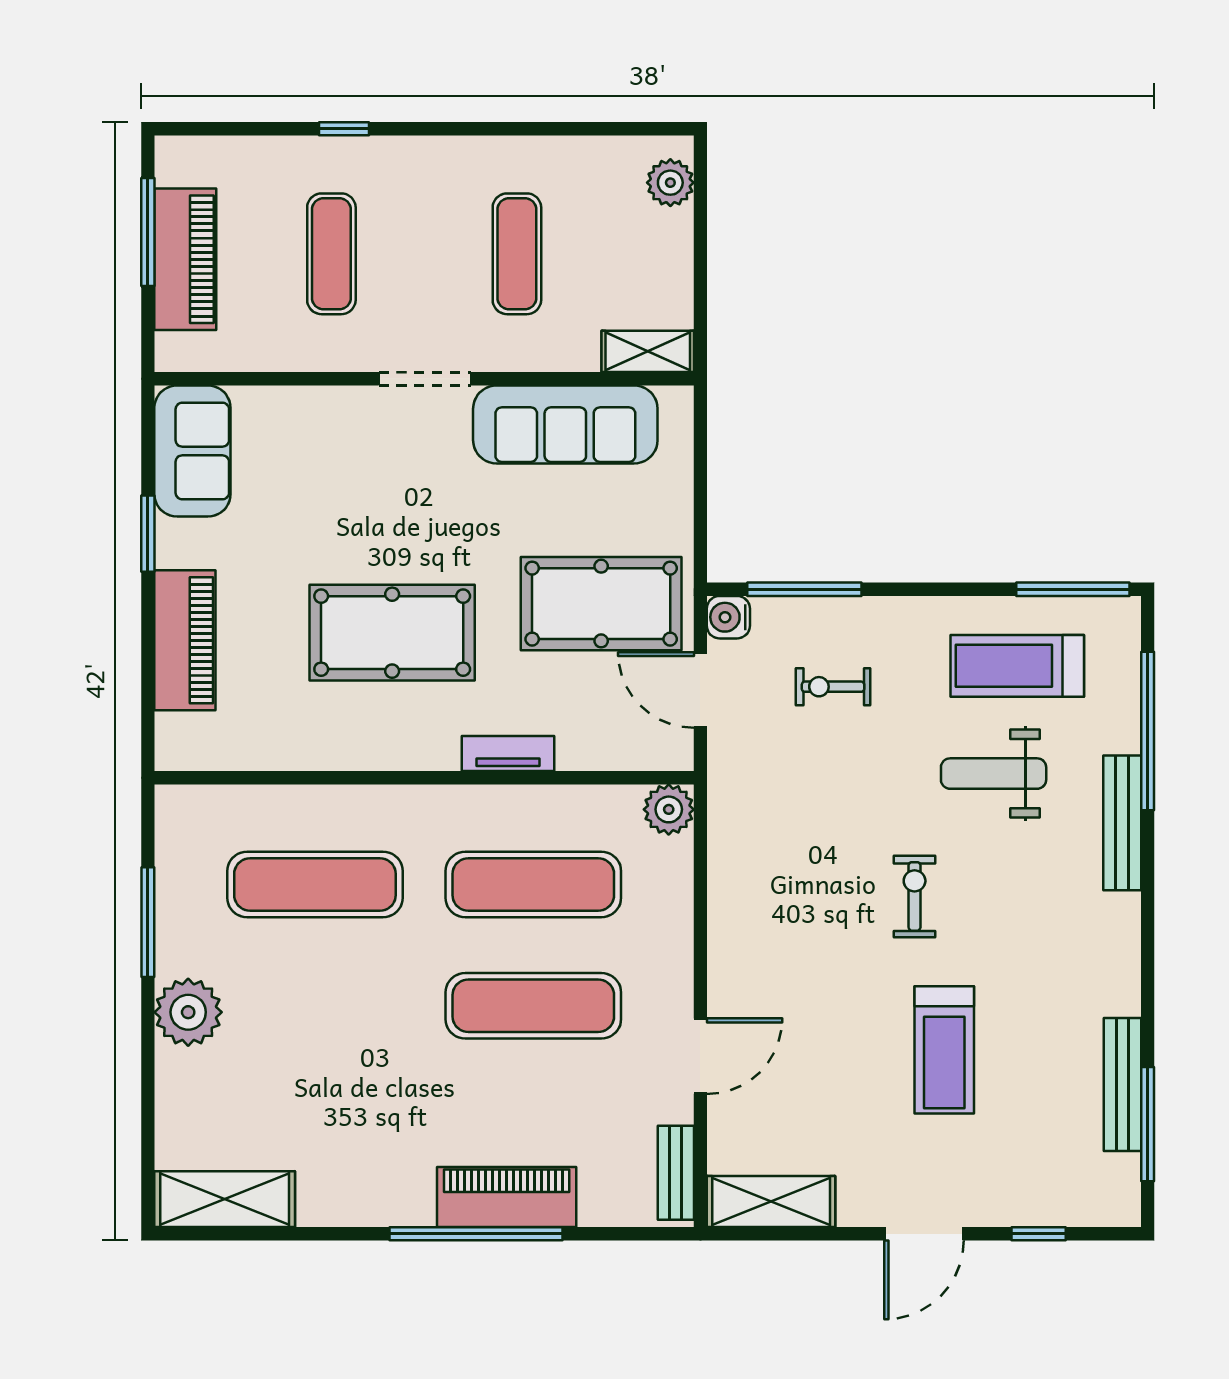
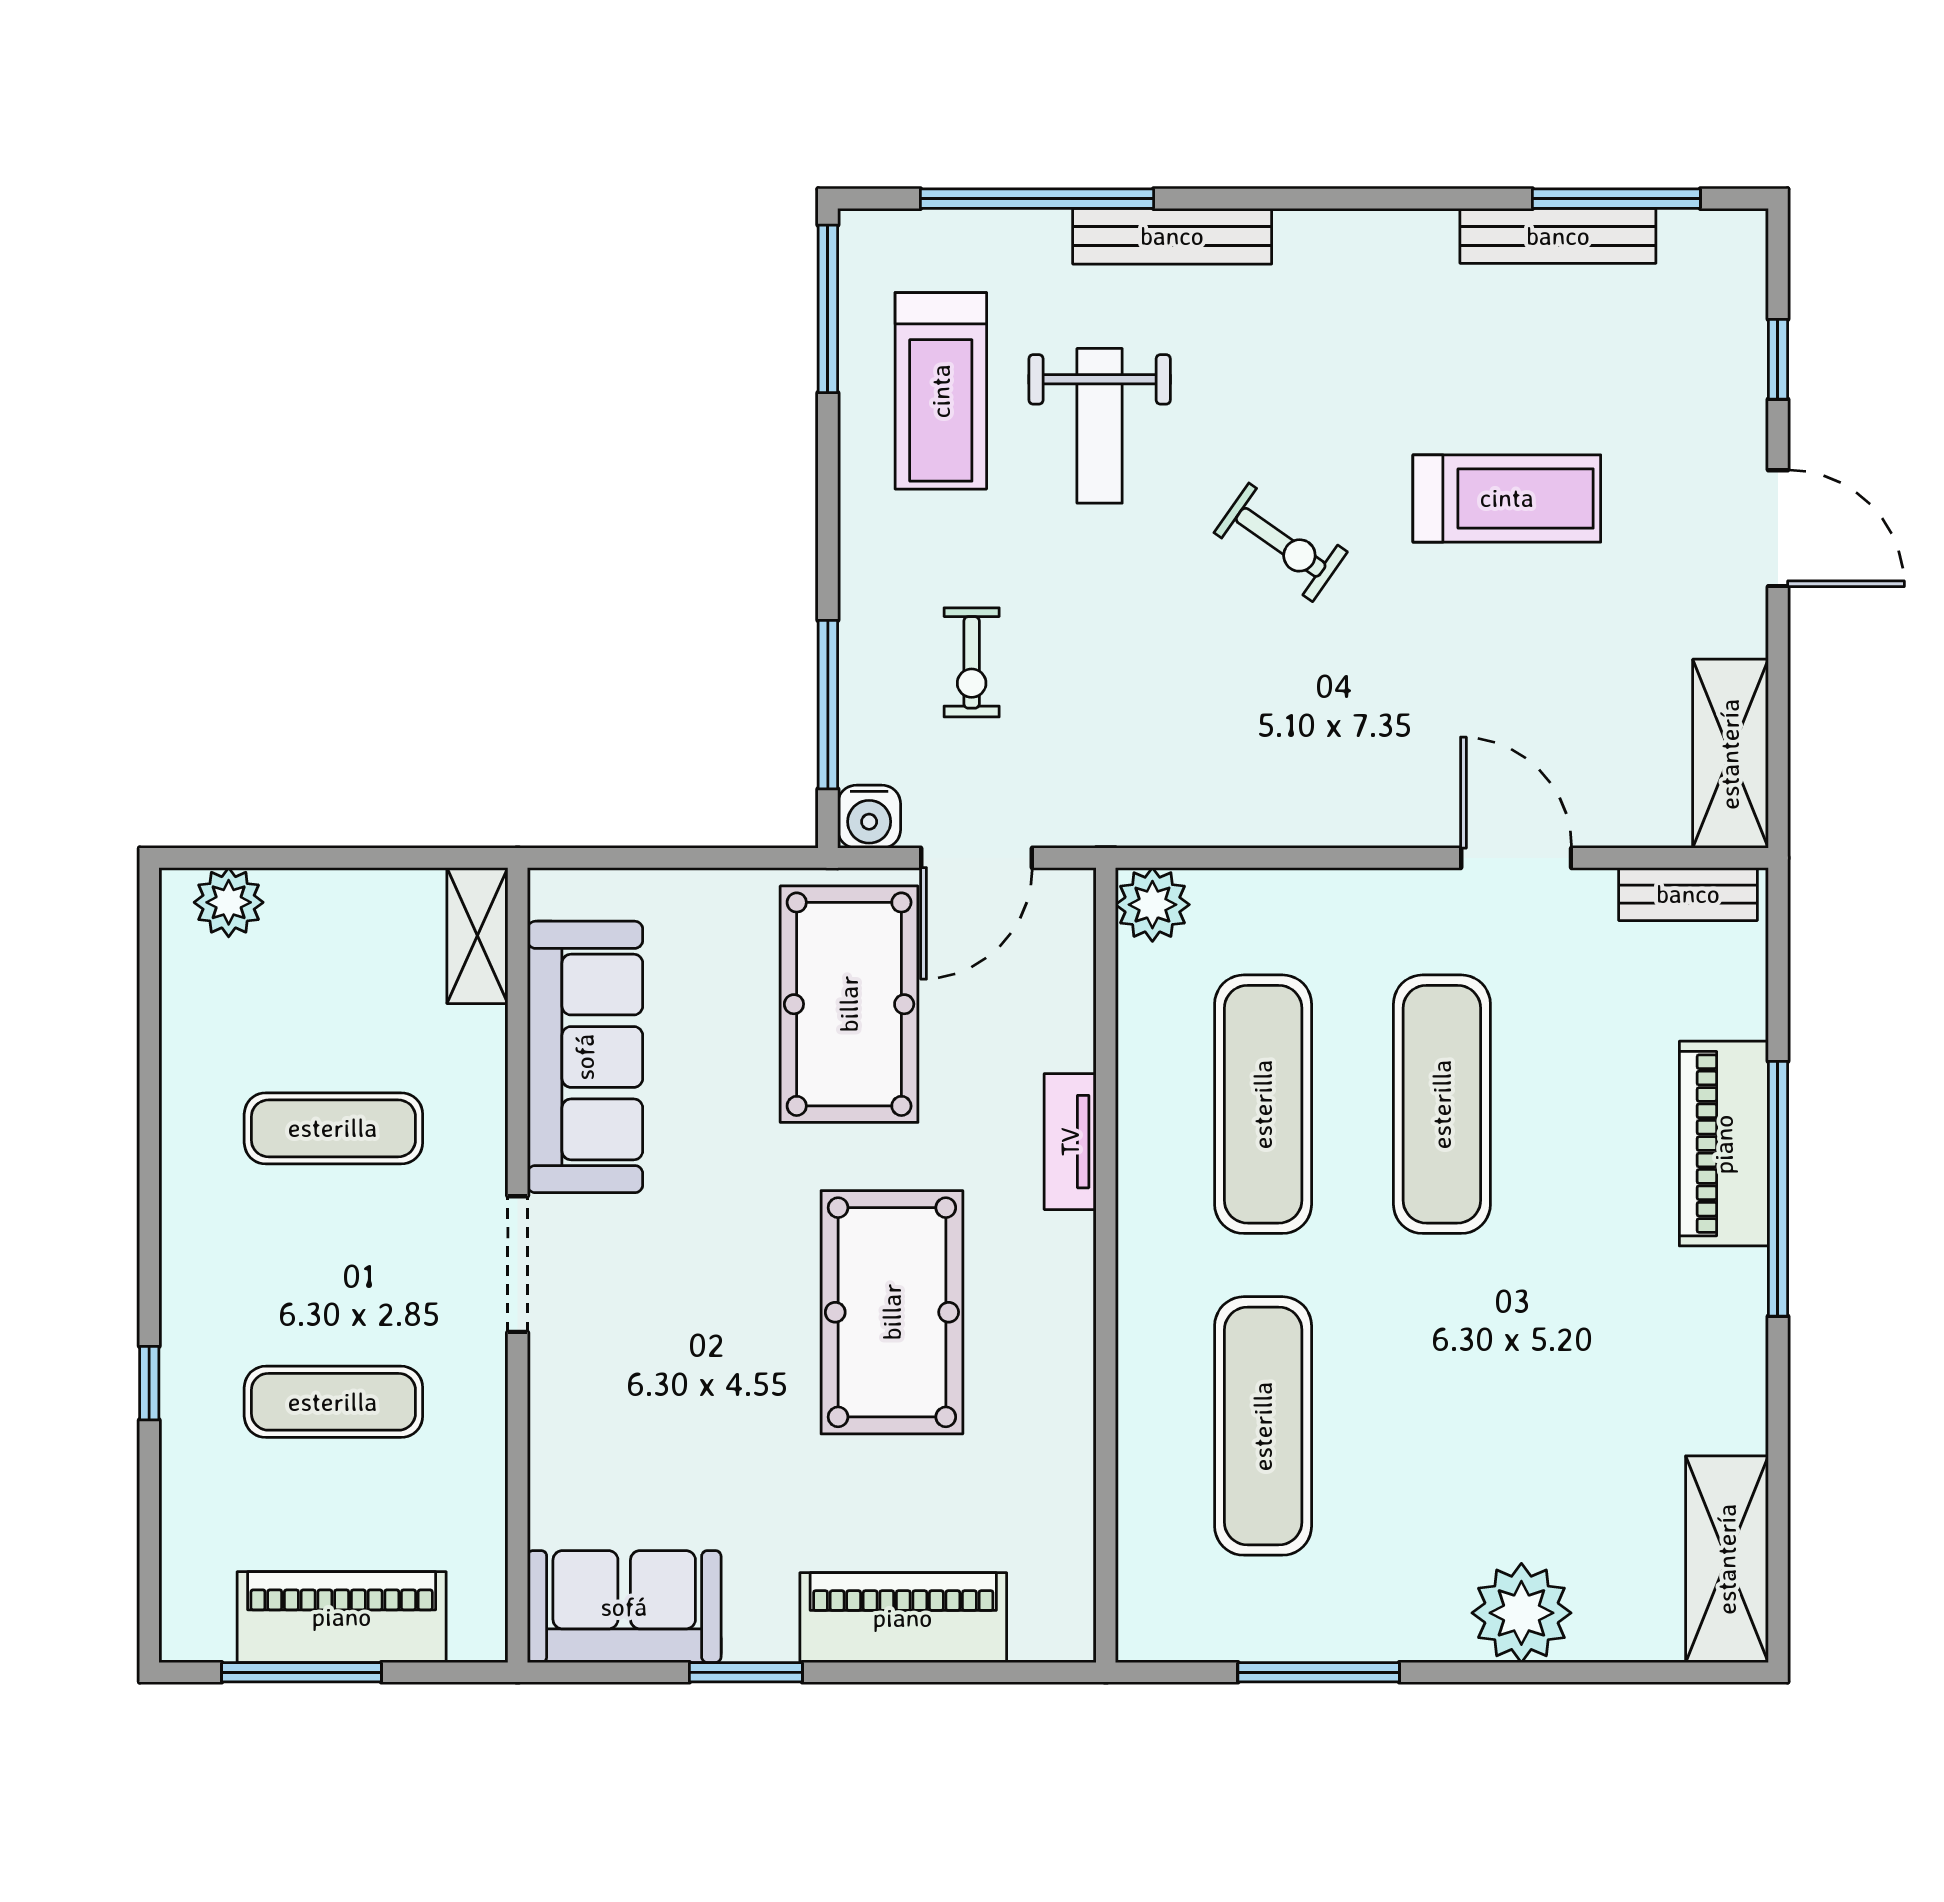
exercise bike: (915, 896) -> (1281, 542), turned -145
plant: (188, 1012) -> (1521, 1613), moved

